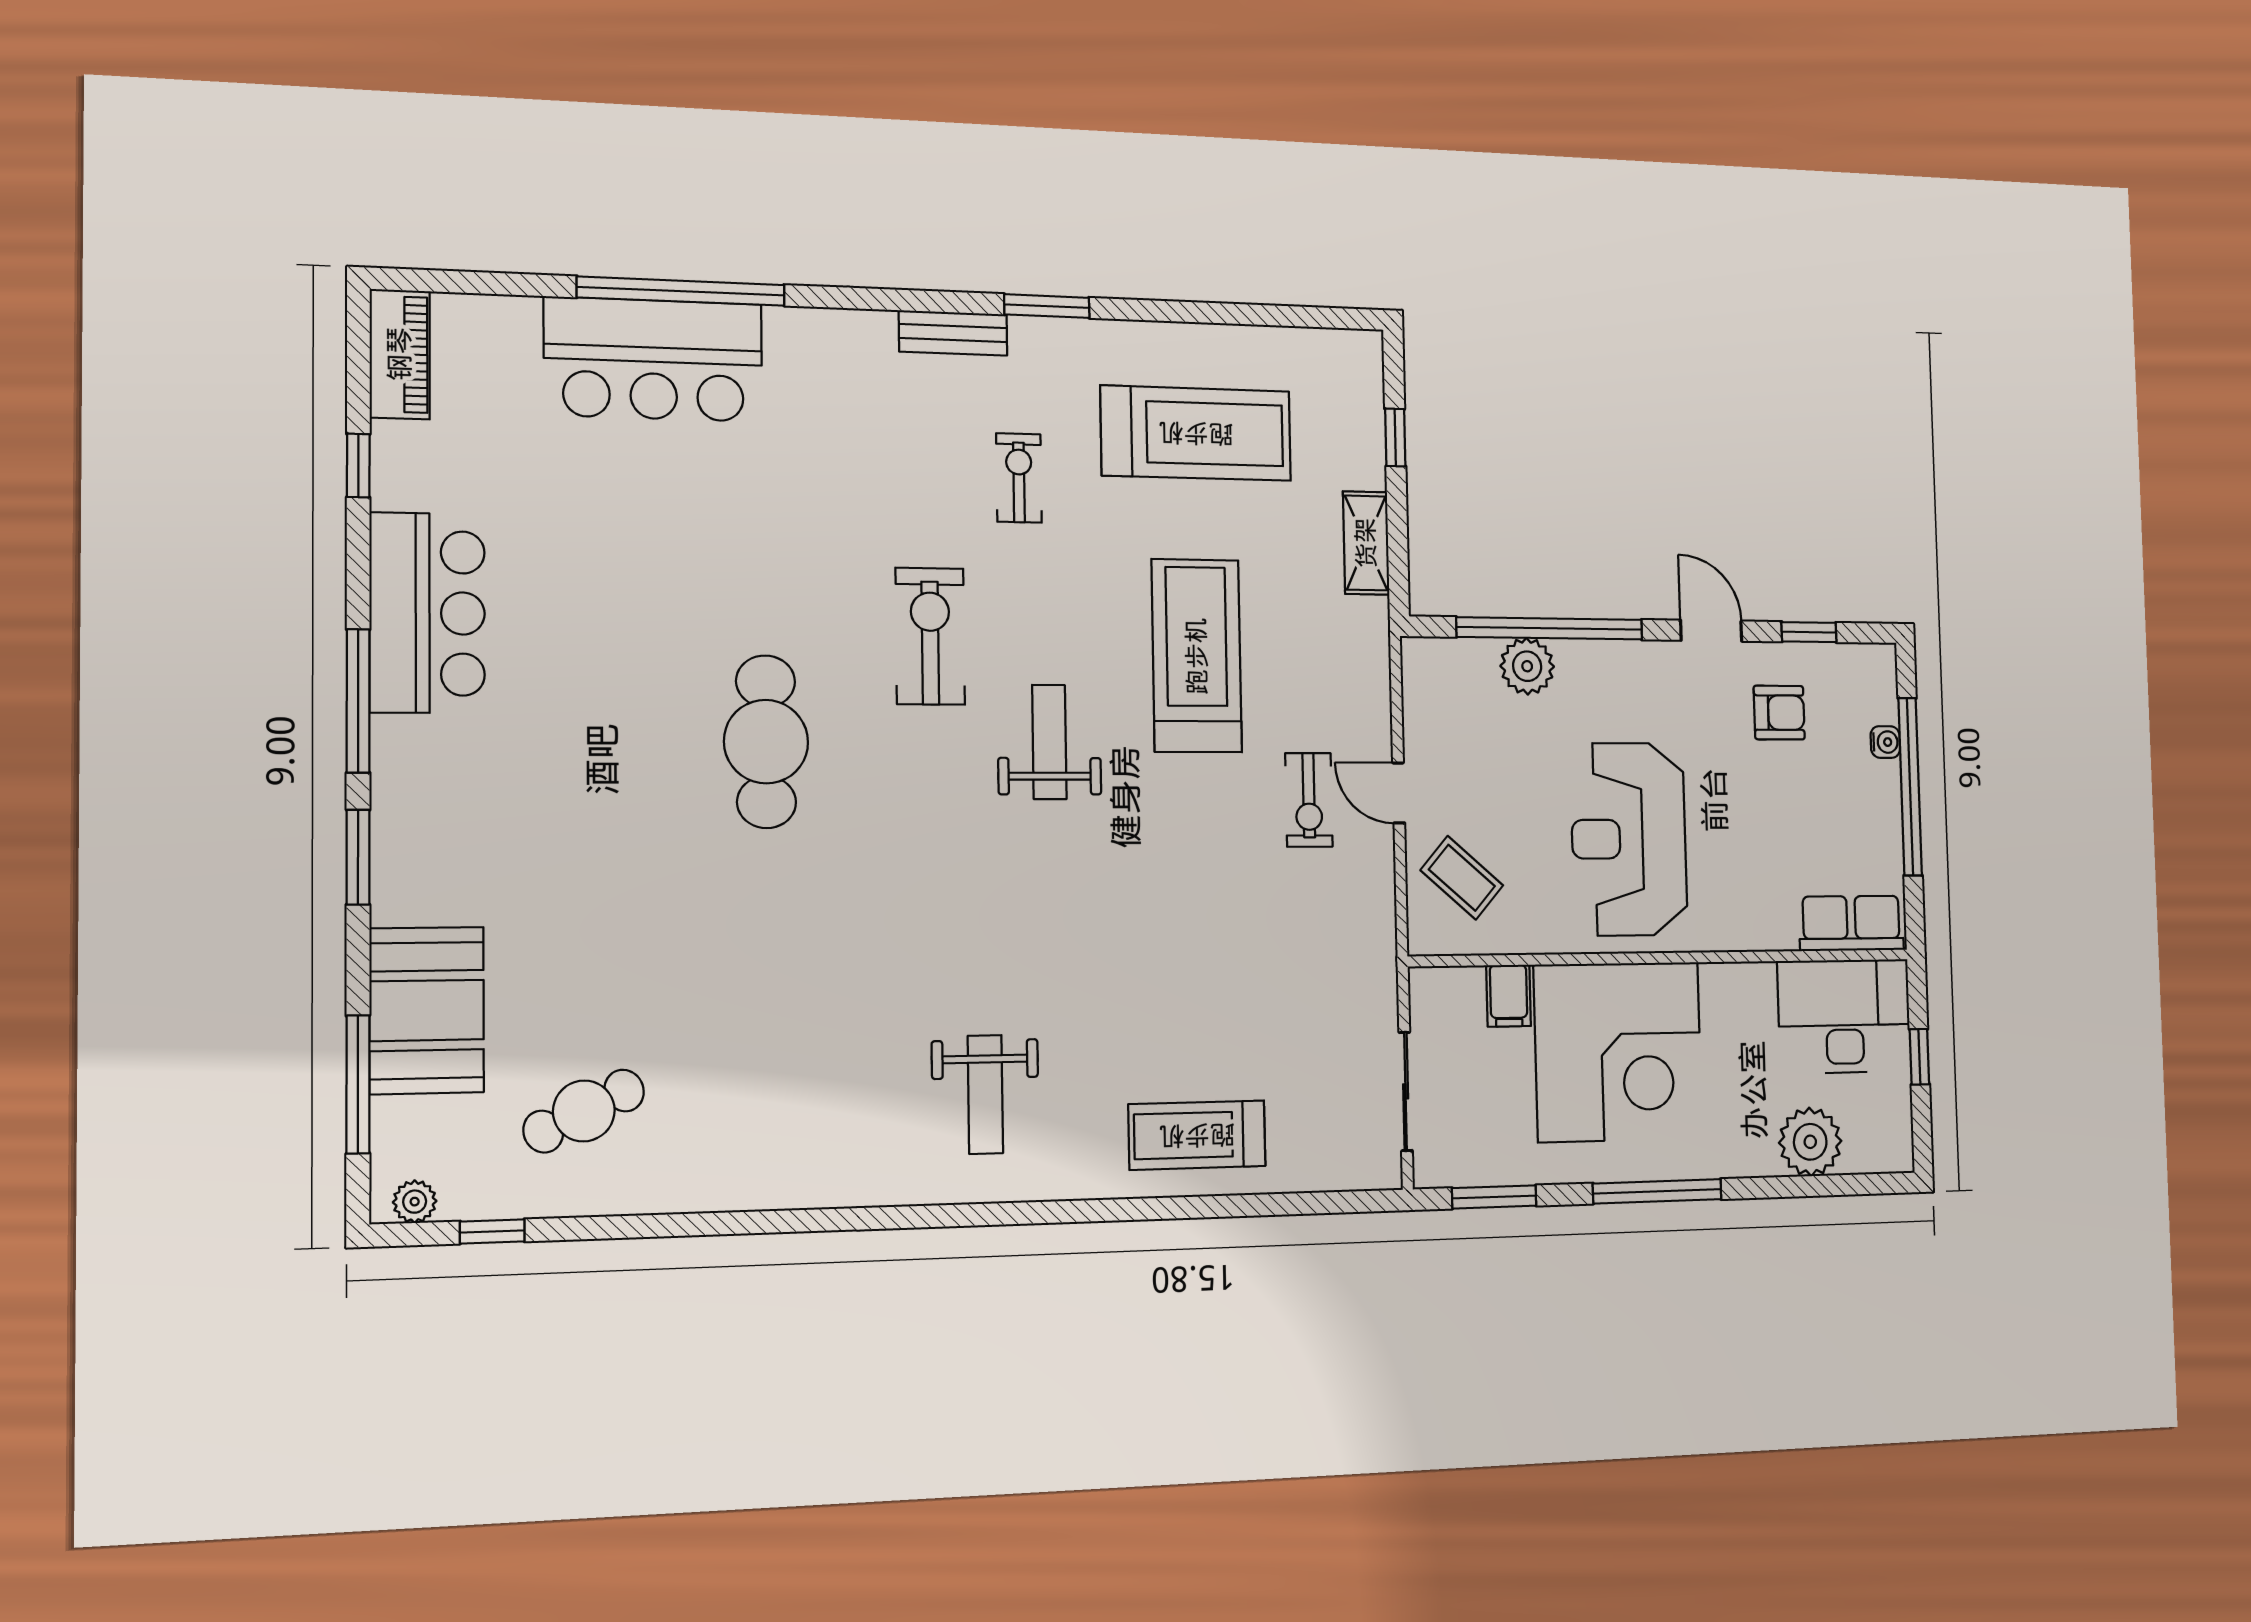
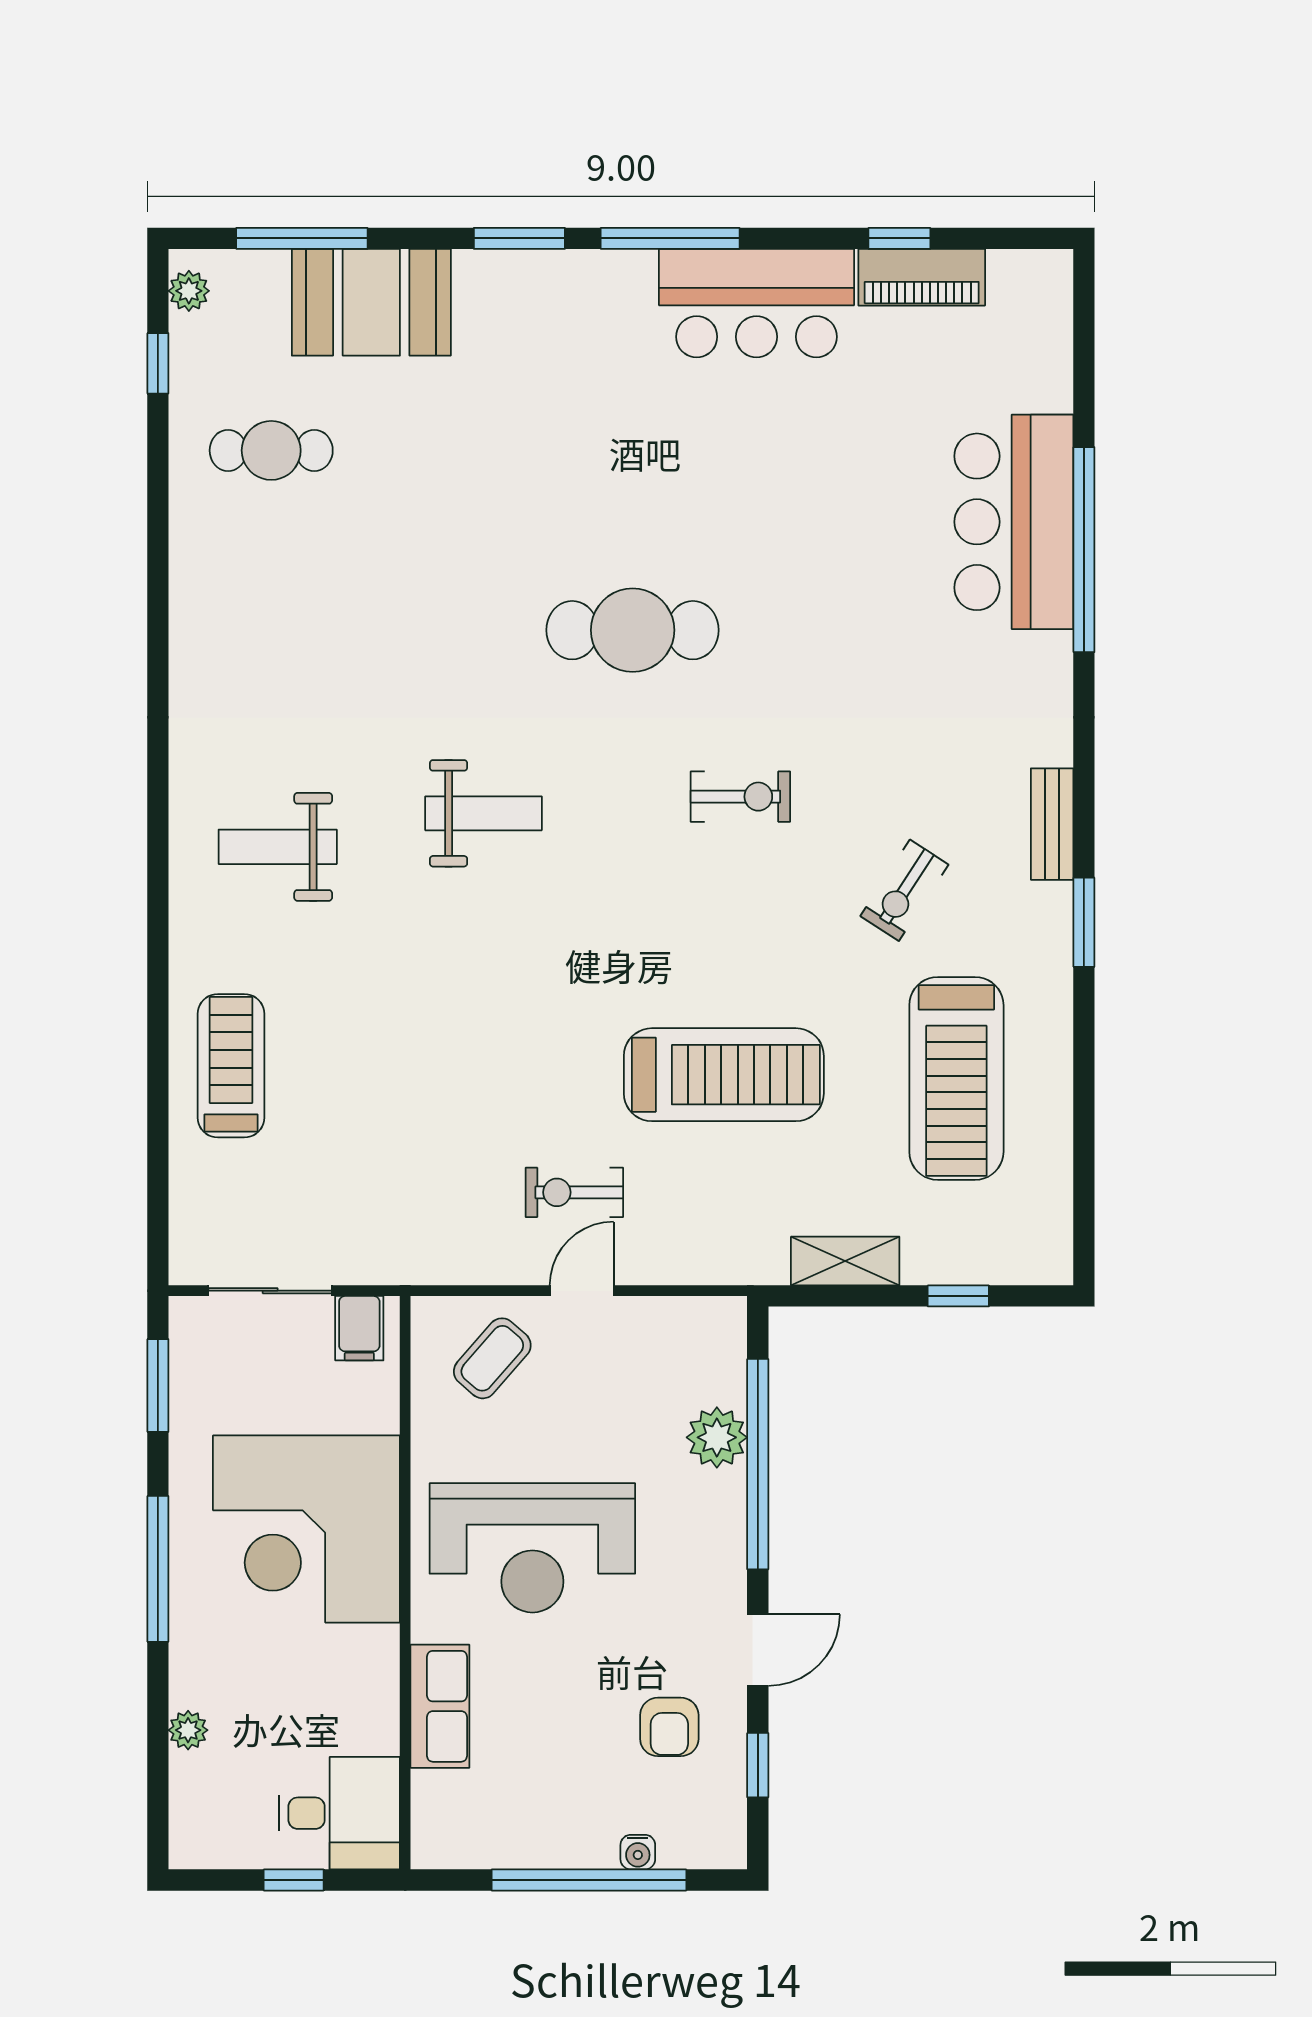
piano: (400, 354) -> (922, 277), moved
exercise bike: (1019, 478) -> (904, 890), turned 123
exercise bike: (930, 636) -> (740, 797), width x0.73, depth x0.72
weight bench: (1049, 742) -> (484, 813), moved
reception desk: (1629, 839) -> (532, 1548), turned 180
row of seats: (1851, 923) -> (440, 1706), moved
filing cabinet: (1509, 996) -> (359, 1328), moved, turned -90
desk: (1844, 1016) -> (339, 1813), width x0.73
cafe table: (584, 1111) -> (271, 450), turned -64
plant: (1810, 1142) -> (188, 1730), width x0.53, depth x0.53

